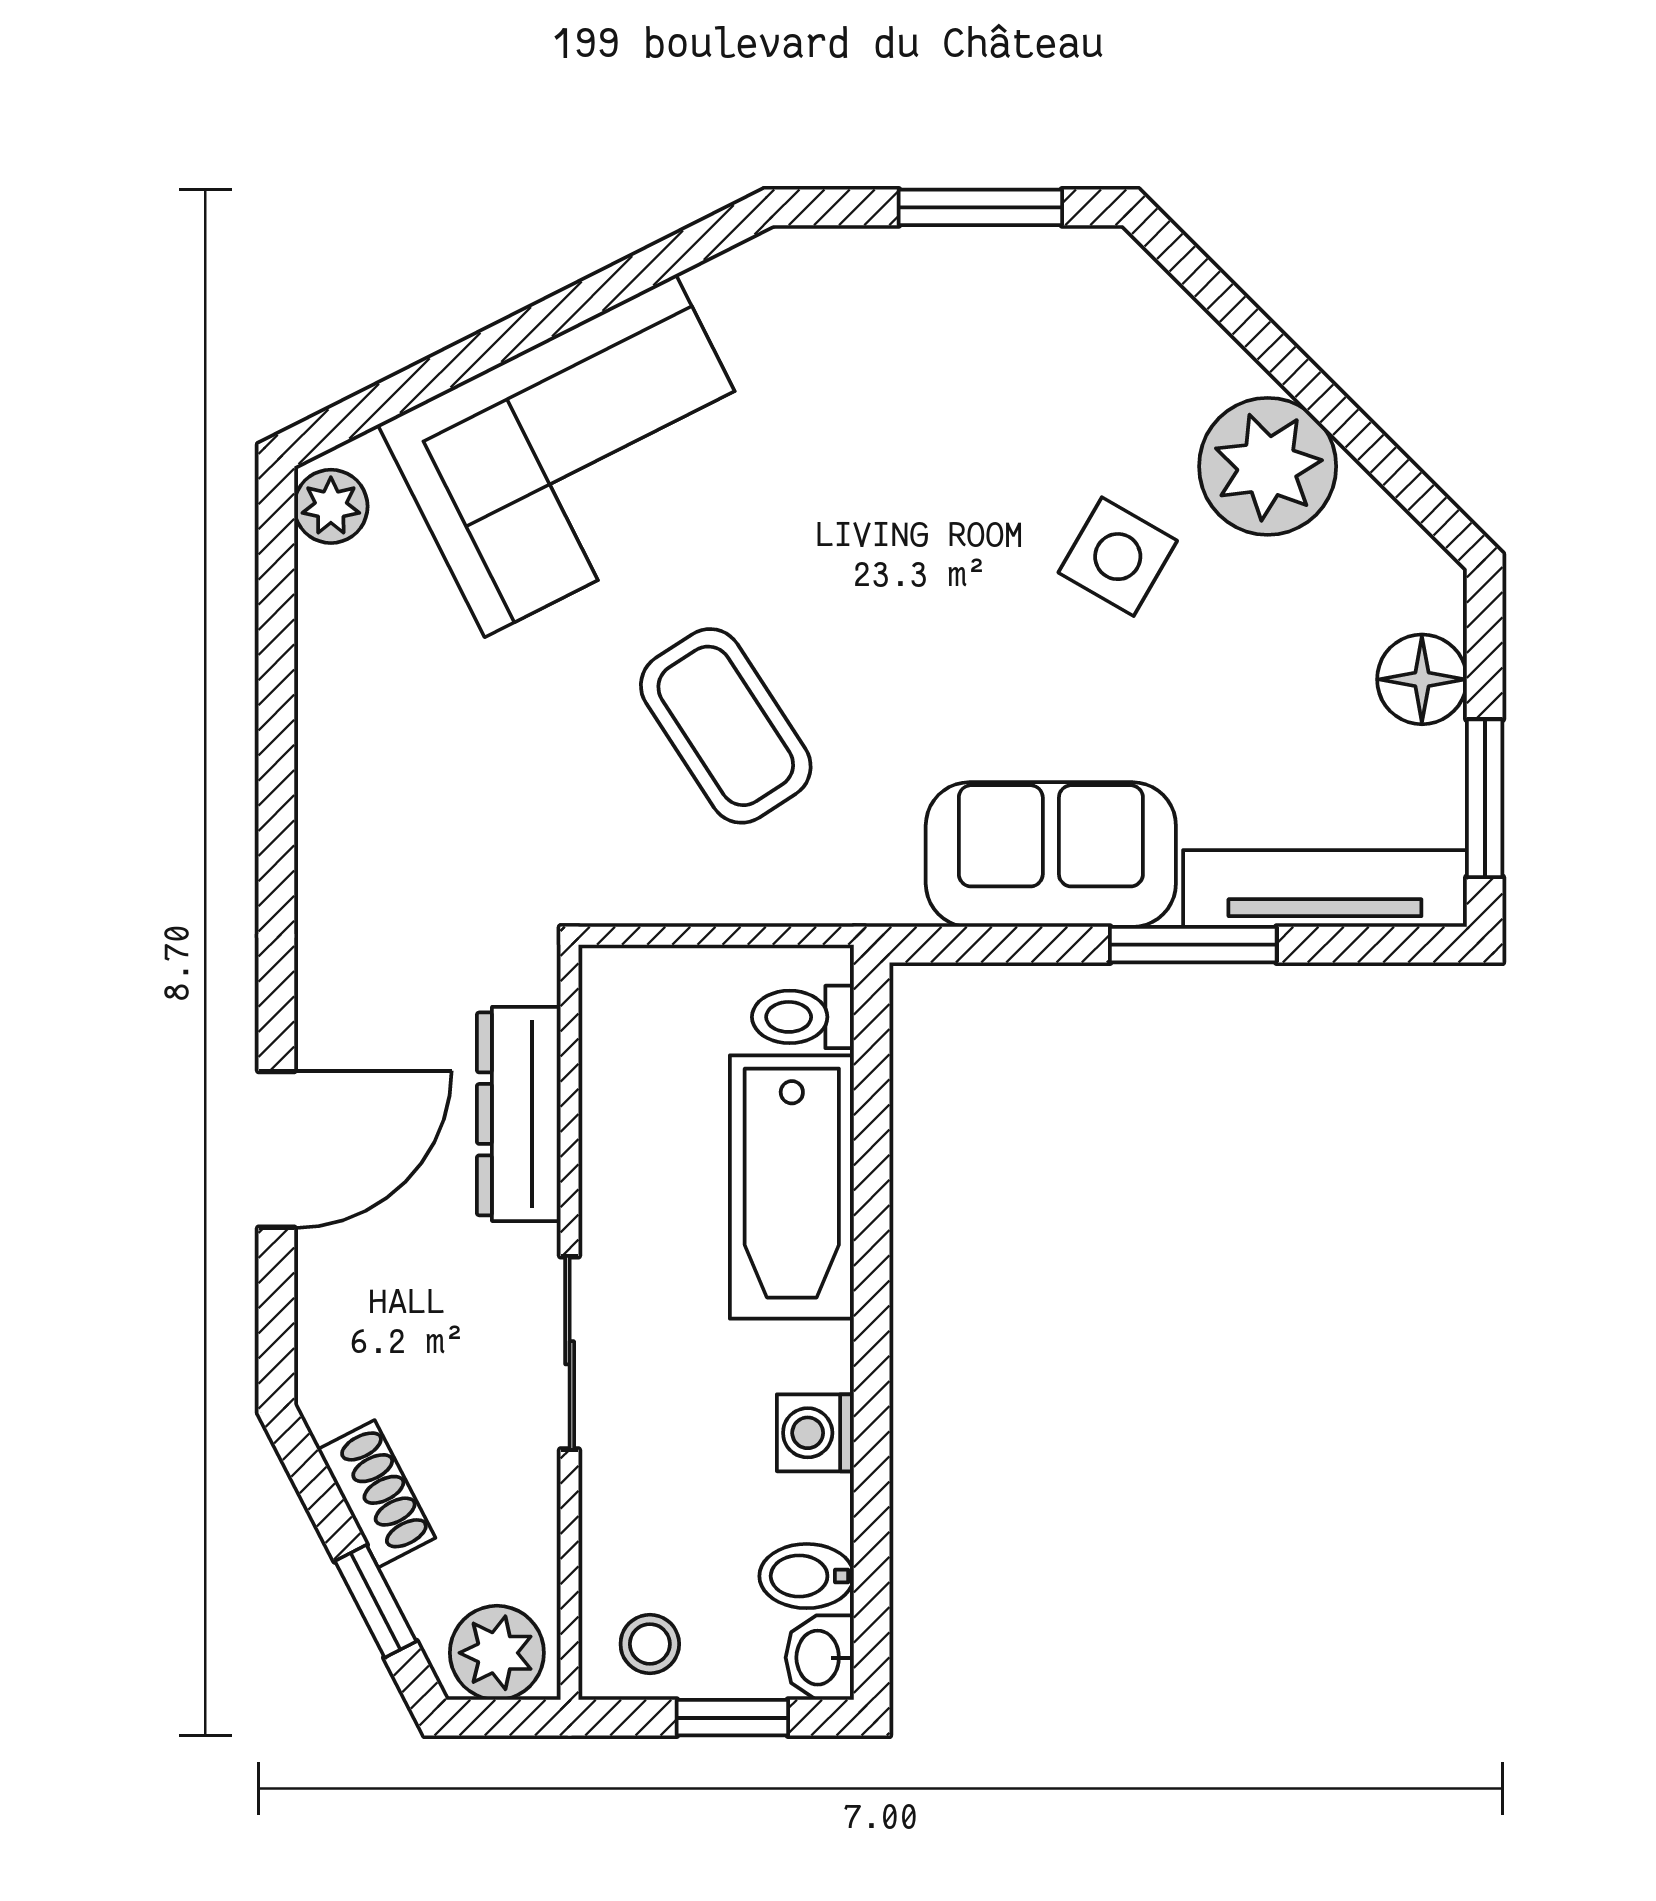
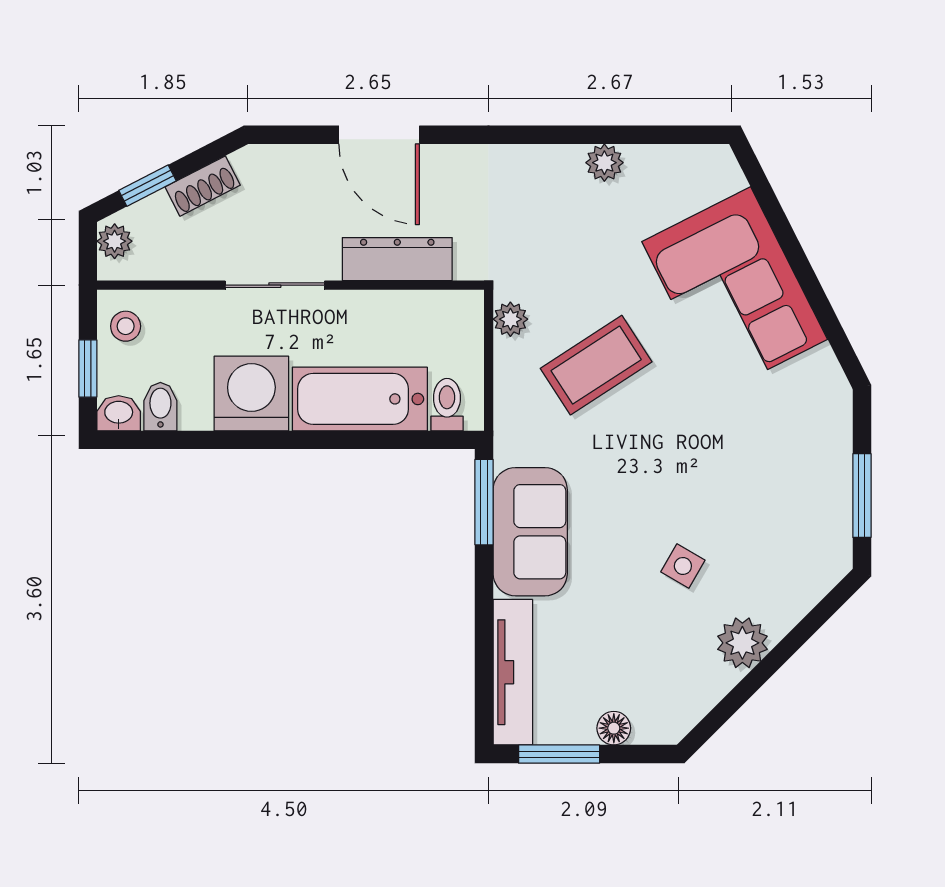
plant: (1268, 466) -> (742, 643), width x0.73, depth x0.73
plant: (331, 506) -> (604, 163), moved
side table: (1118, 557) -> (683, 566), width x0.73, depth x0.73
floor lamp: (1422, 679) -> (614, 728), width x0.73, depth x0.73
plant: (636, 893) -> (510, 319), added
window: (1193, 945) -> (484, 502), moved
washing machine: (815, 1433) -> (251, 393), width x1.89, depth x1.89
plant: (497, 1653) -> (115, 241), width x0.73, depth x0.73

